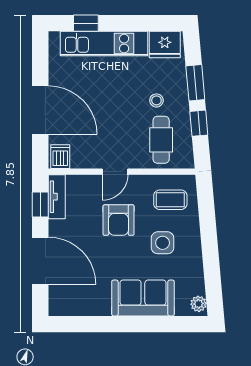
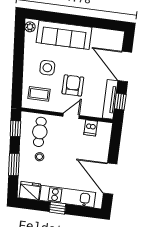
window: (86, 23) -> (57, 208), moved
door: (40, 110) -> (110, 179), moved
window: (199, 123) -> (15, 129), moved
dishwasher: (60, 157) -> (91, 128), moved
tv unit: (57, 197) -> (110, 99), width x1.41
sofa: (143, 298) -> (64, 35), width x1.36

